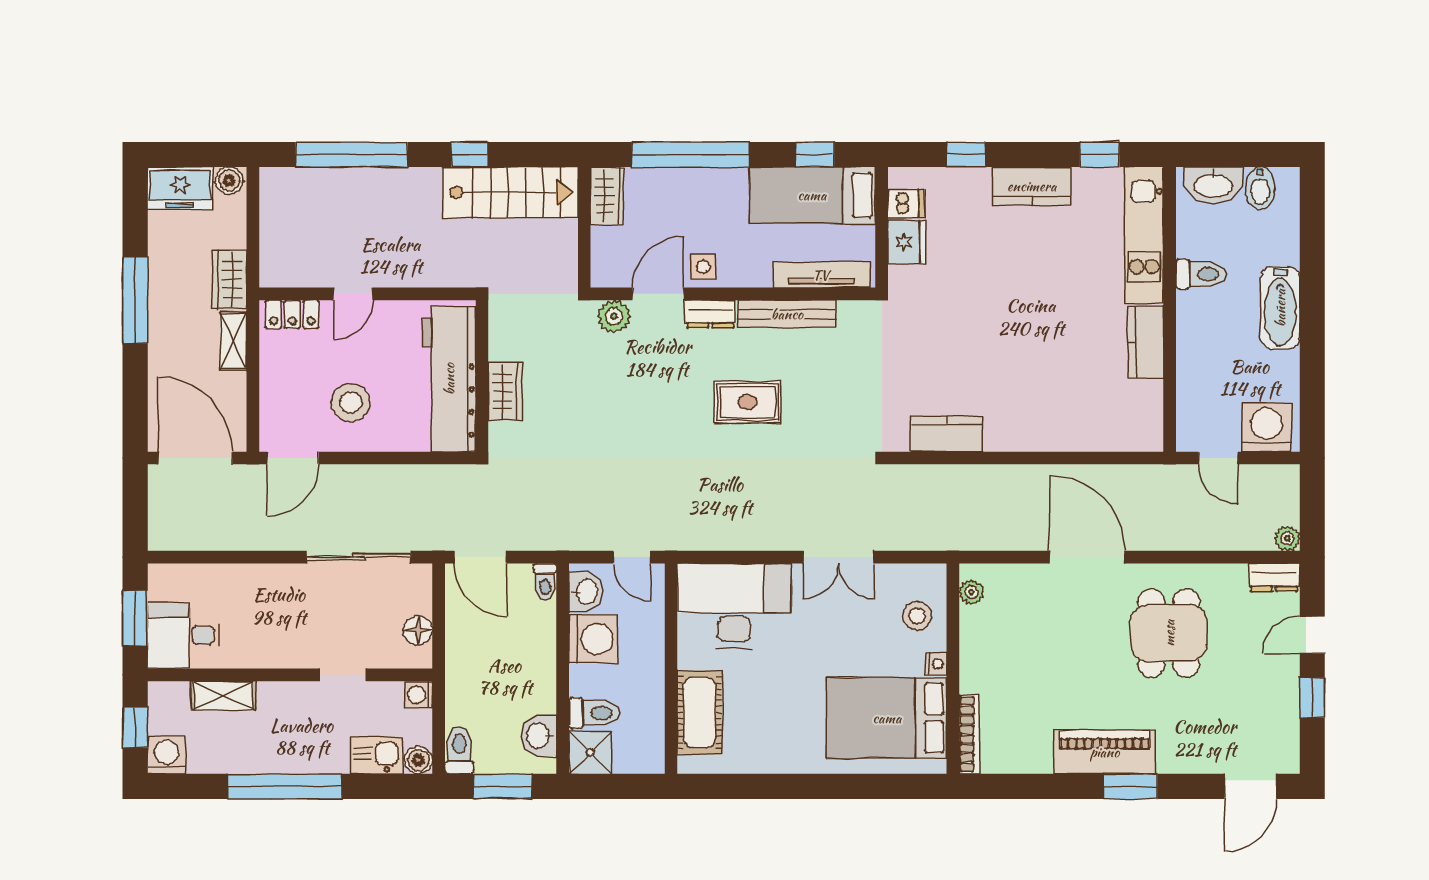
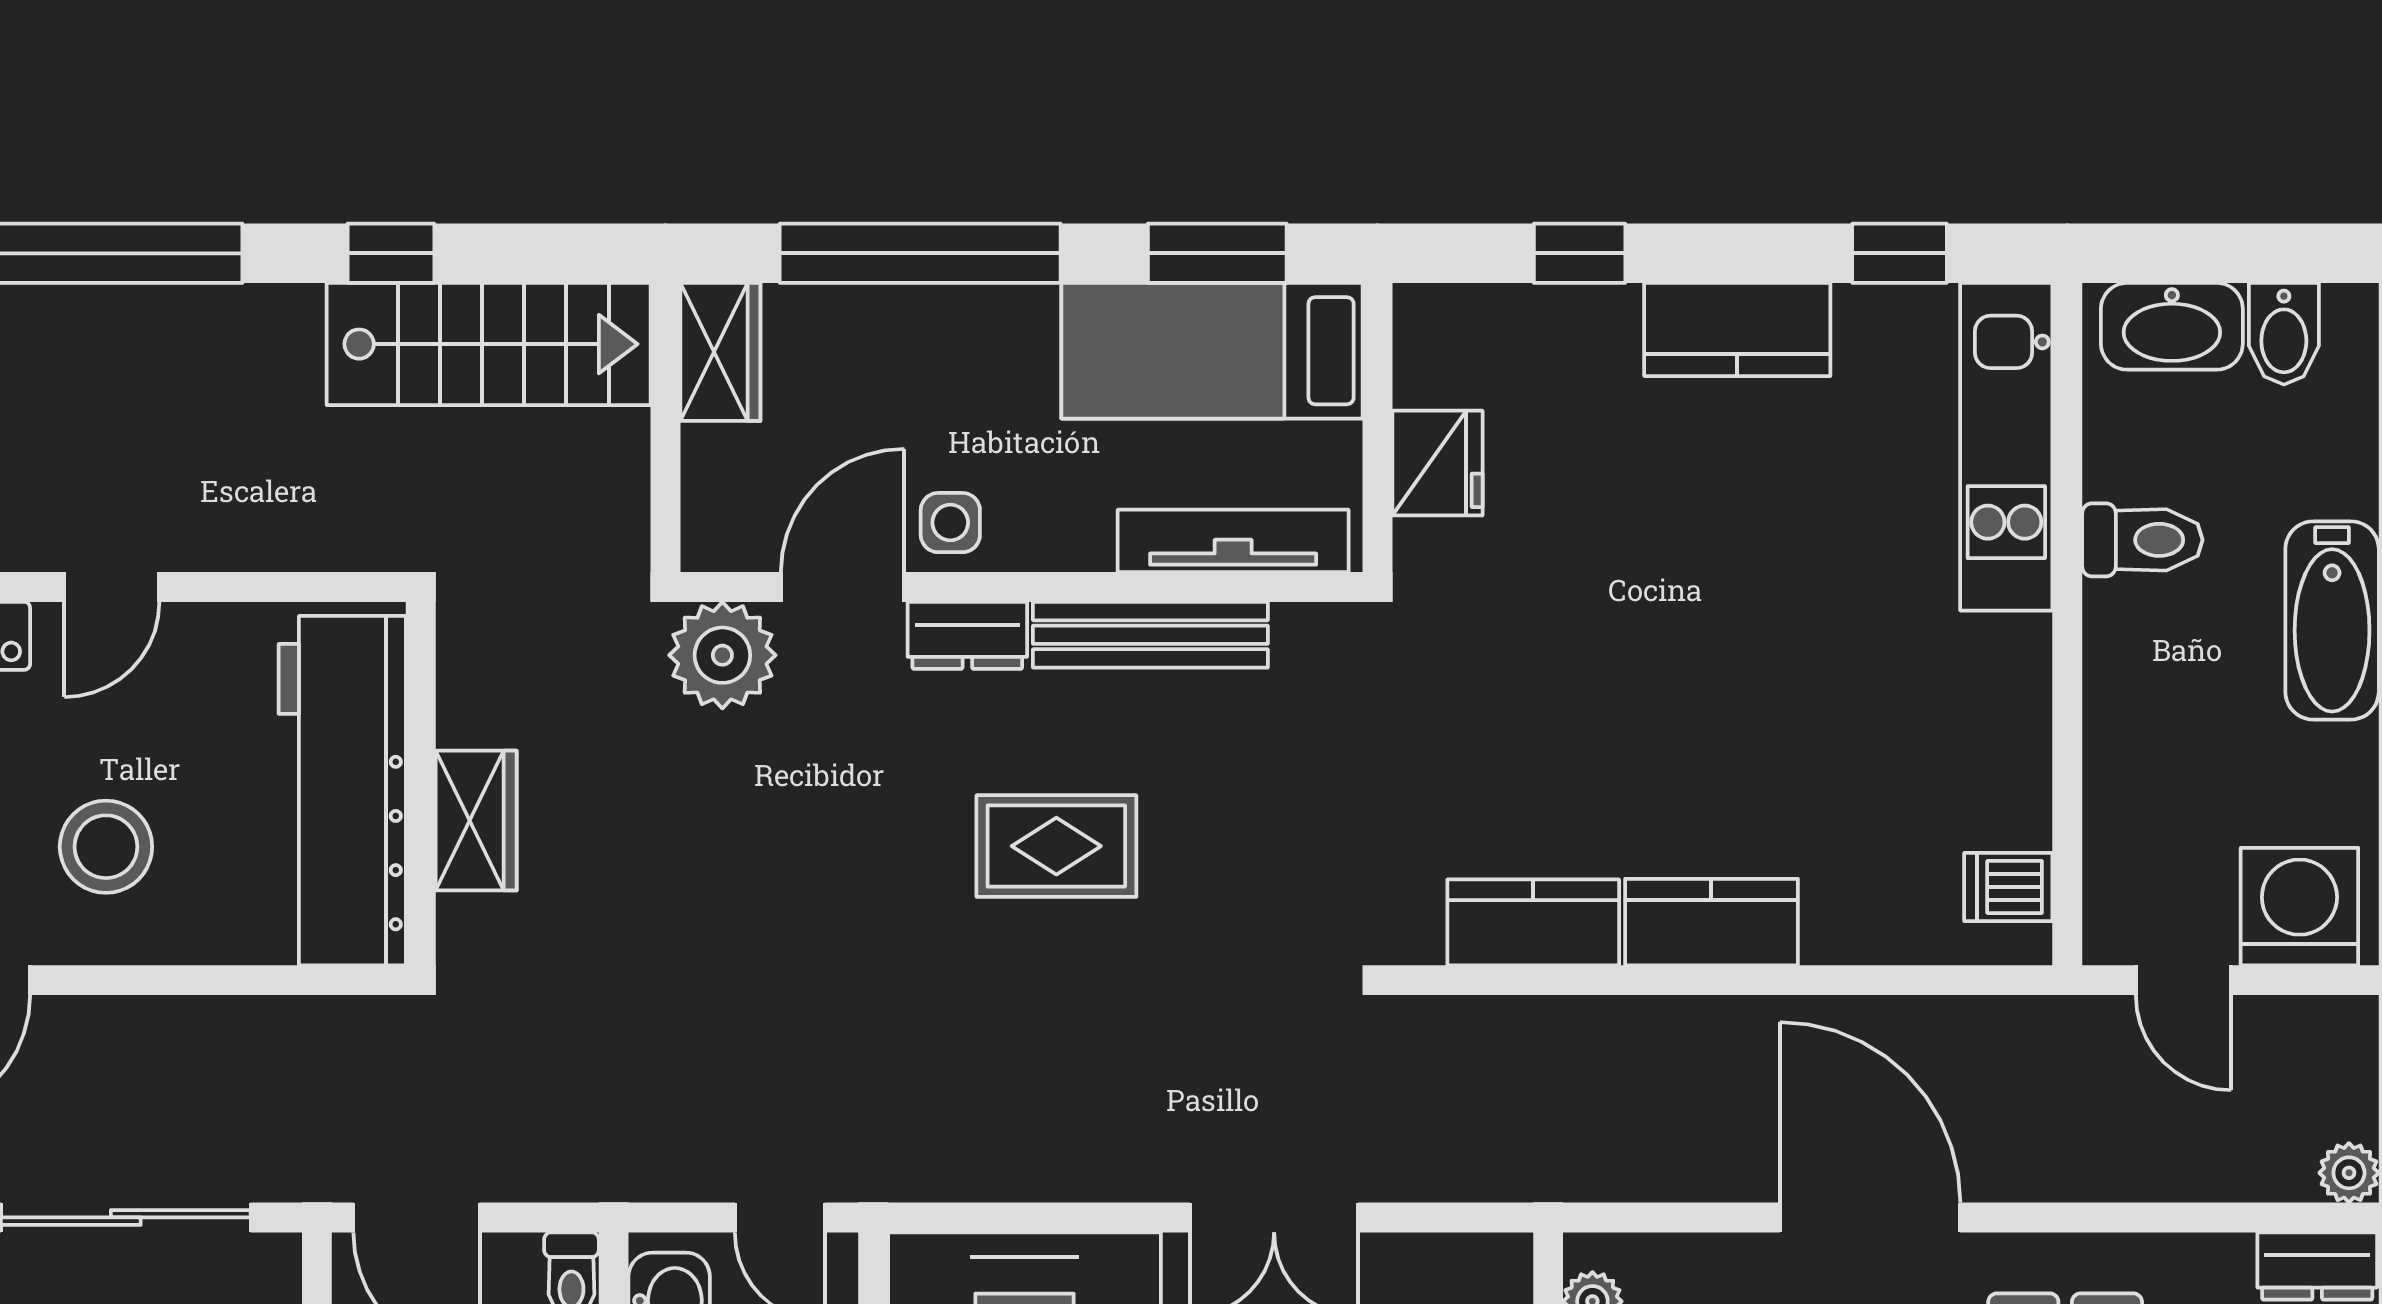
window: (815, 154) -> (1217, 253), width x1.50
dishwasher: (906, 203) -> (2008, 887), moved, turned 180
plant: (614, 316) -> (722, 655), width x1.36, depth x1.36
kitchen counter: (1145, 342) -> (1711, 922), moved, turned 90

